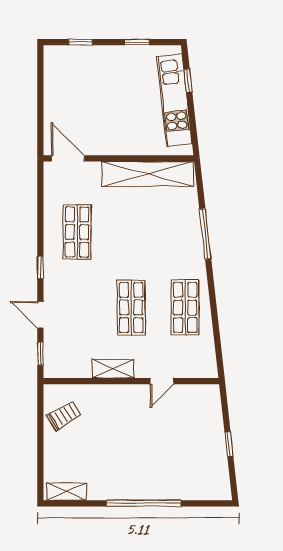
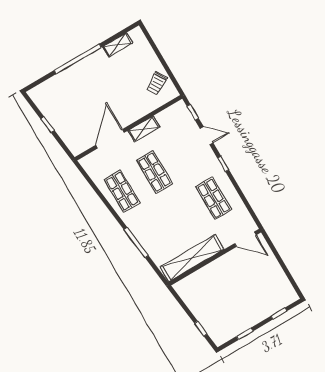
kitchen unit: (174, 100) -> (202, 312), removed
door: (162, 381) -> (110, 139), width x1.87
shelving: (67, 492) -> (118, 45), moved

